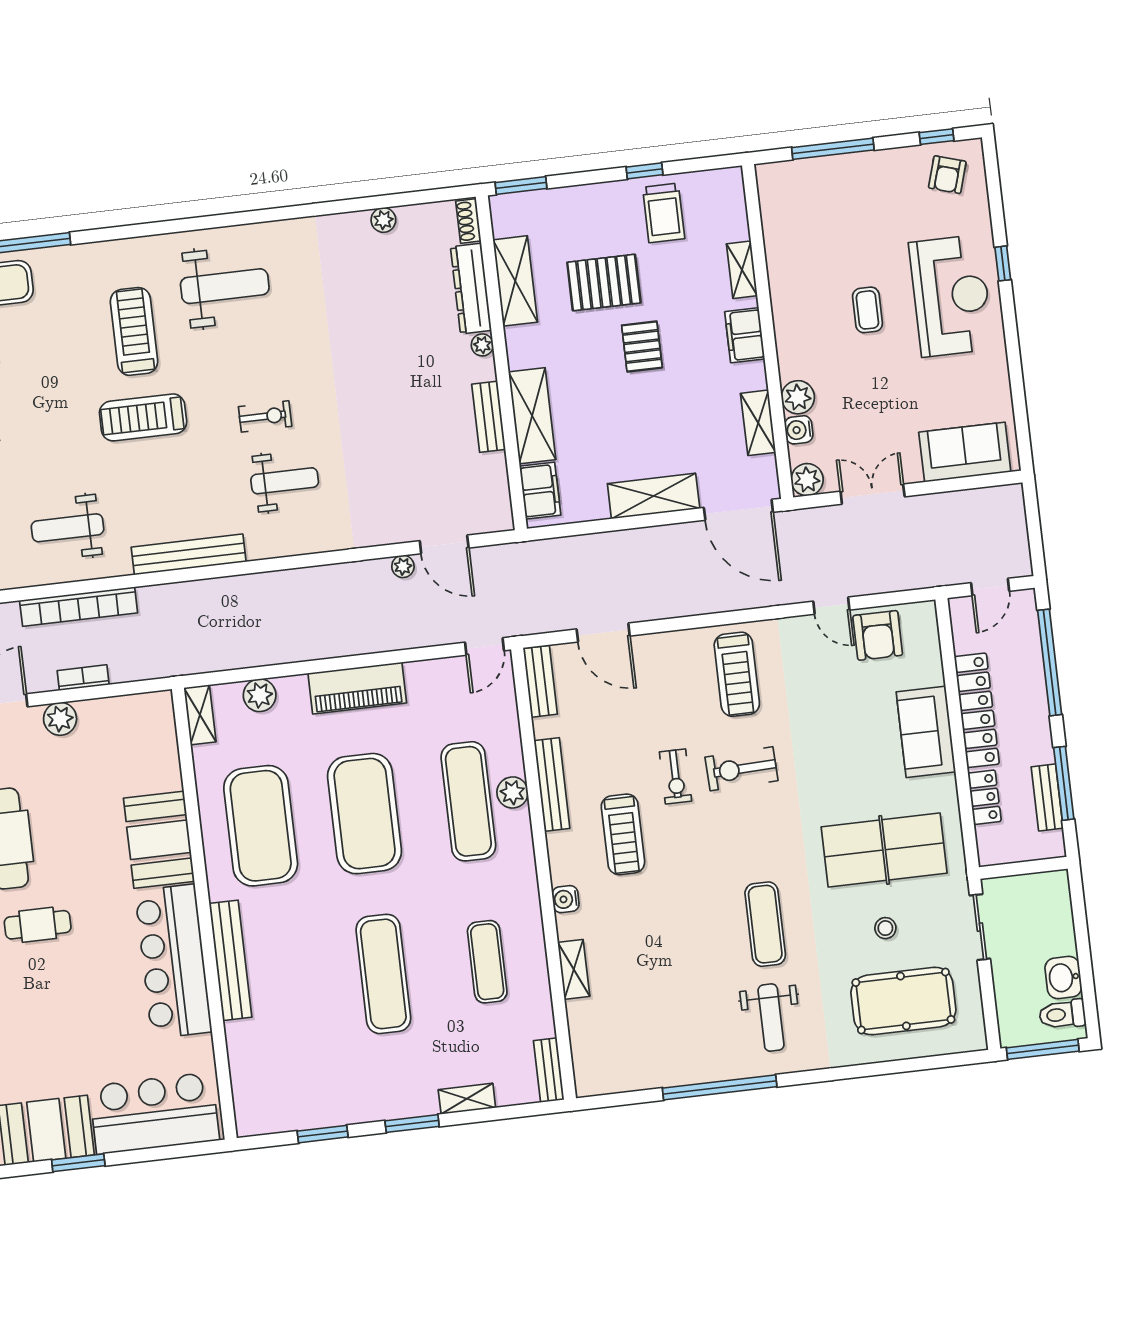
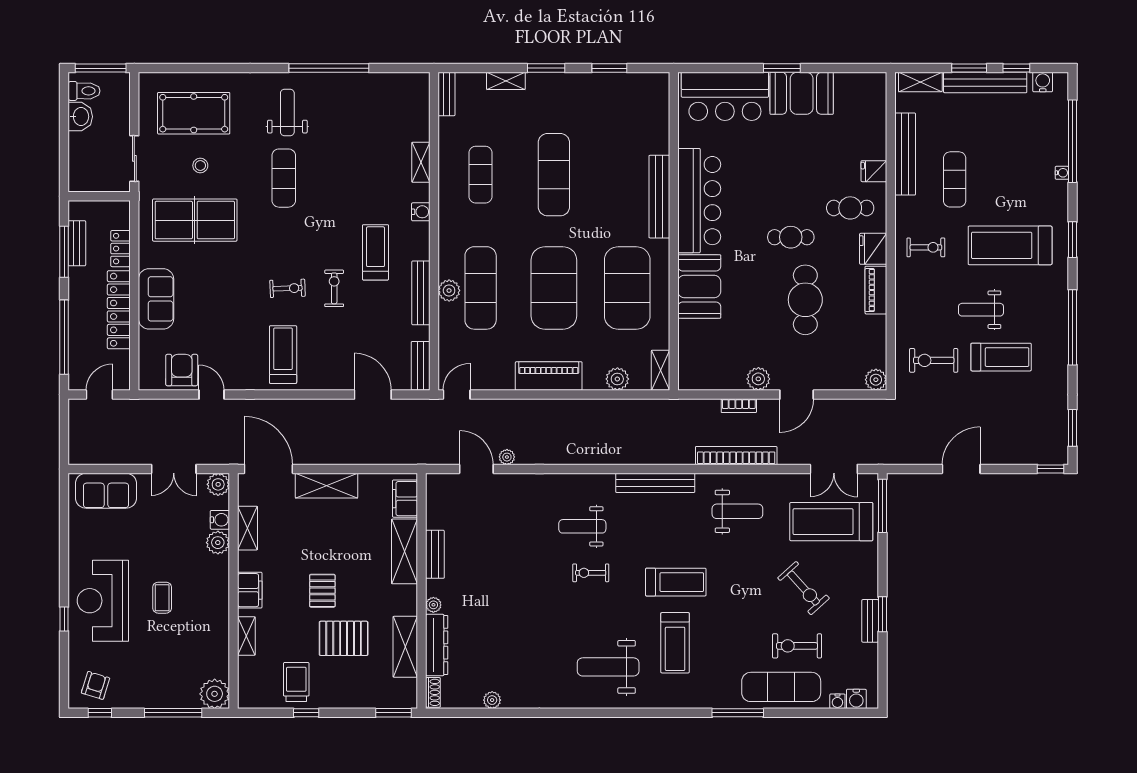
plant: (777, 183) -> (215, 694), added
exercise bike: (742, 769) -> (288, 288), width x0.73, depth x0.72

